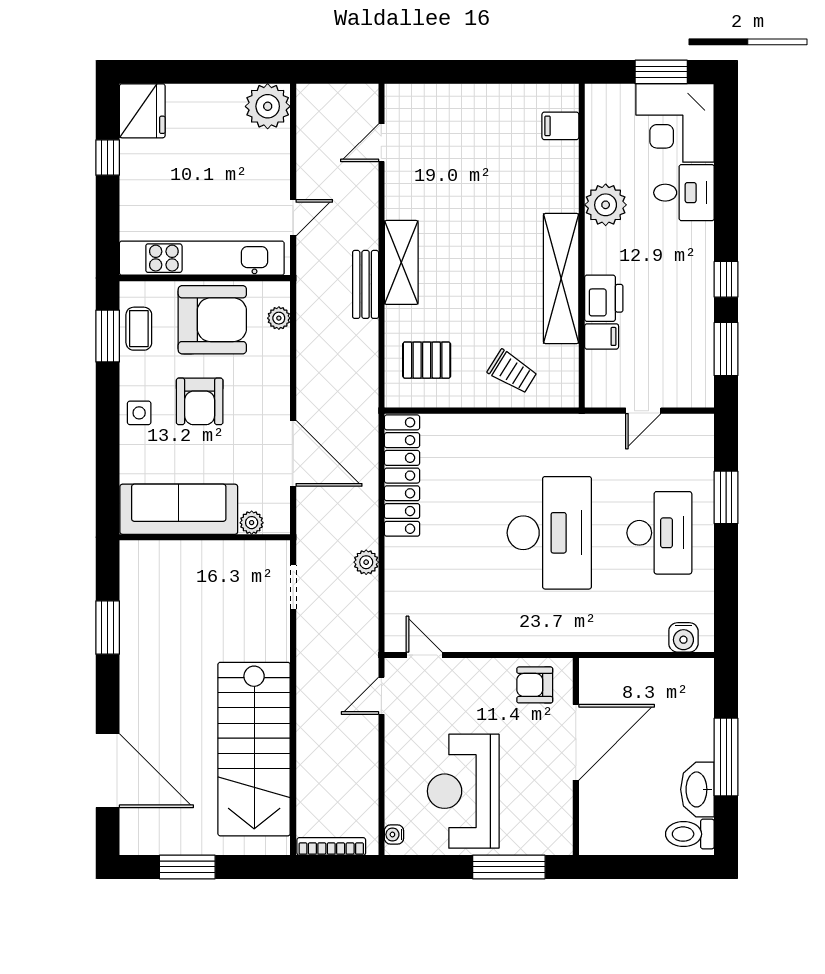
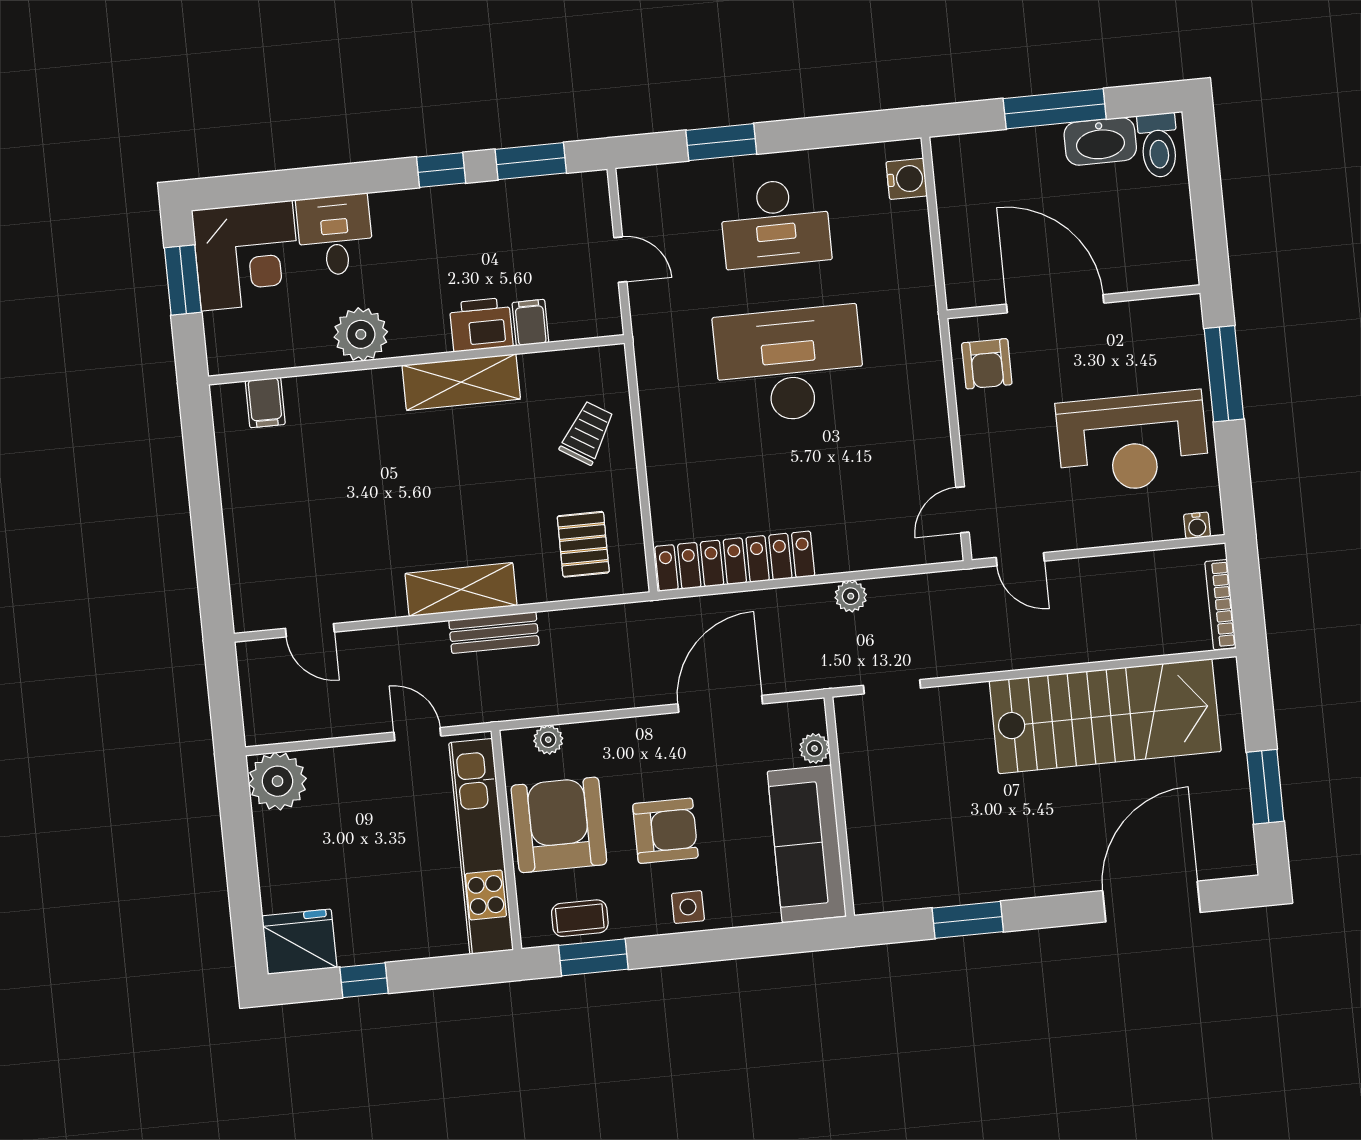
shelving: (561, 279) -> (461, 382), width x0.68
desk: (659, 533) -> (775, 223), turned 180

